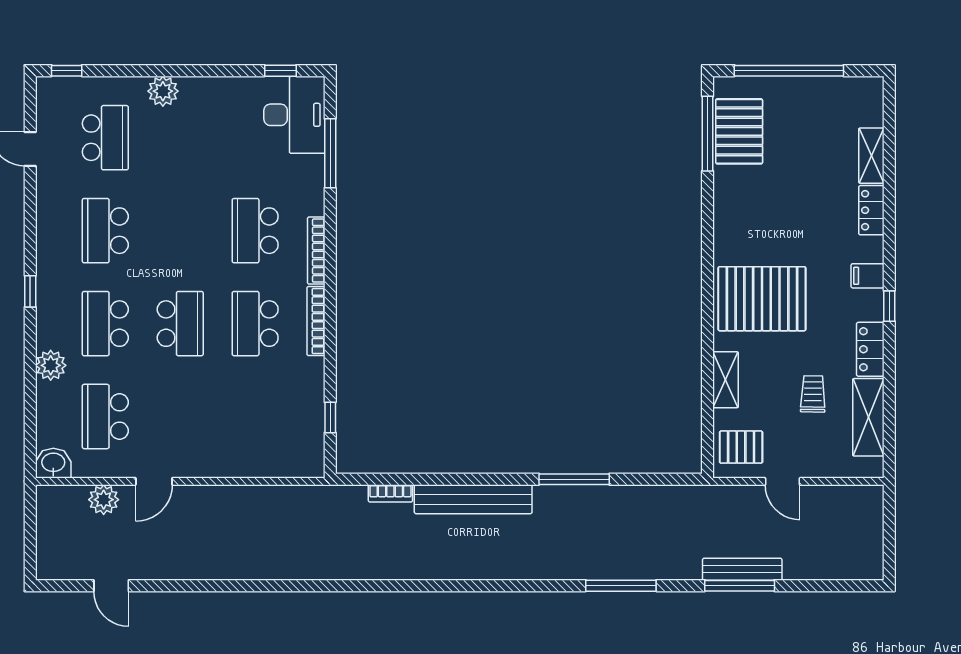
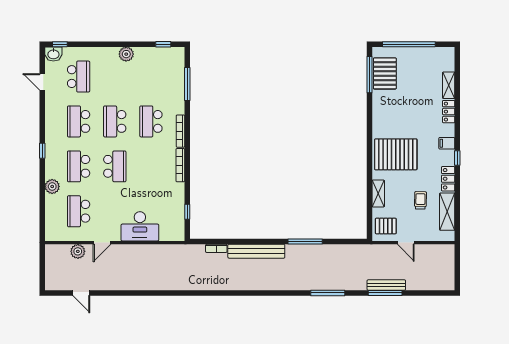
plant: (163, 91) -> (126, 54), moved
desk: (294, 115) -> (140, 226), moved, turned 90
school desk: (255, 324) -> (115, 121), moved
washbasin: (53, 463) -> (53, 54), moved, turned 180

